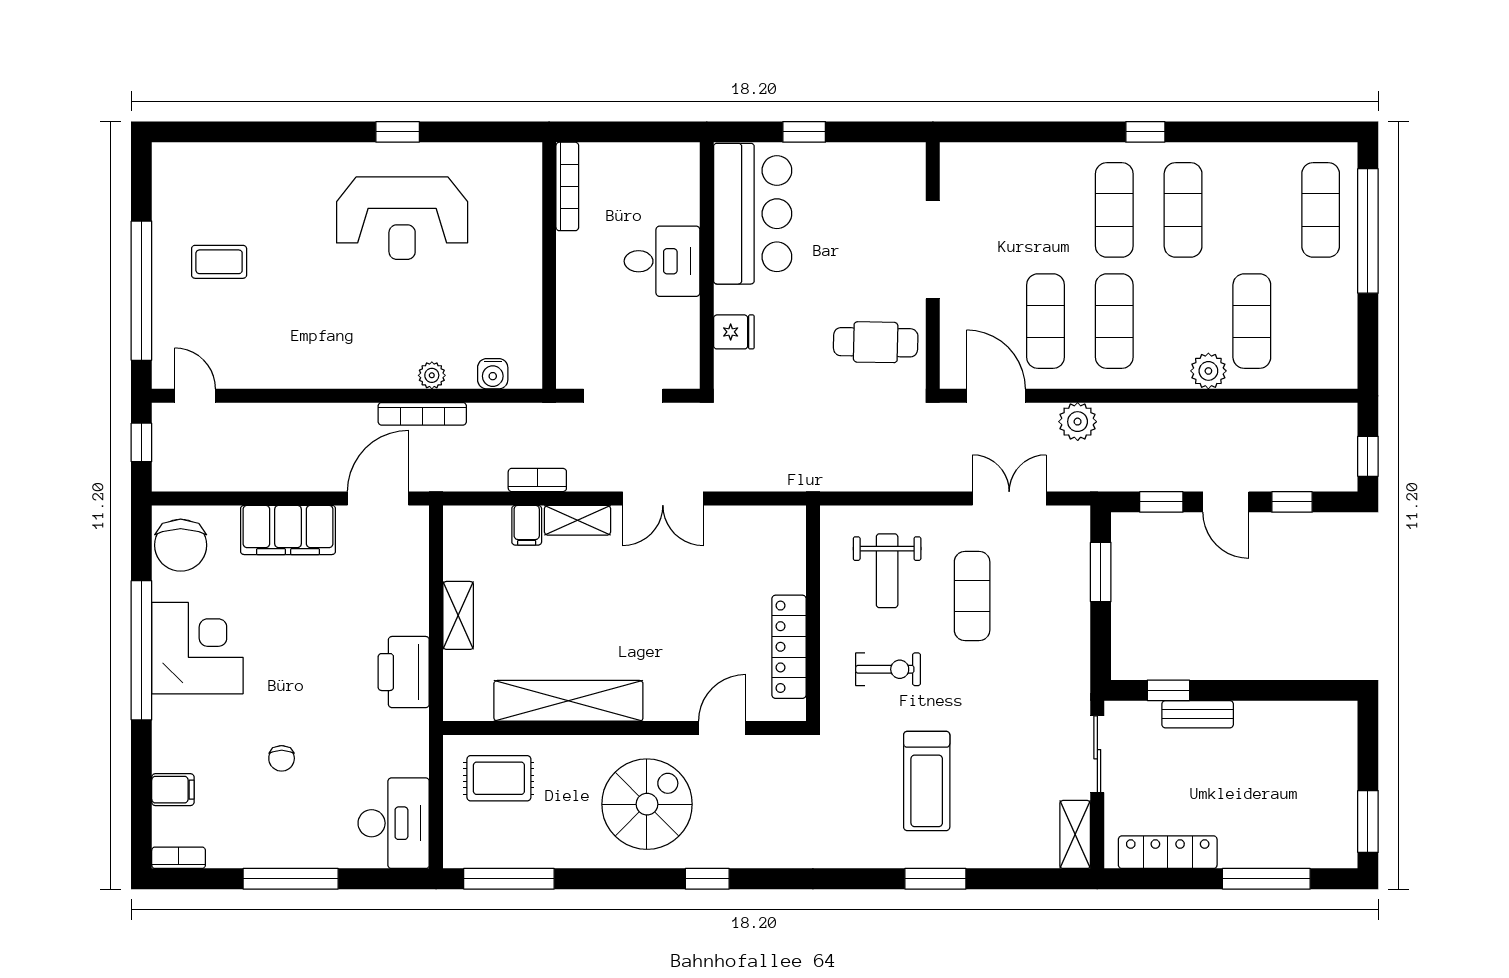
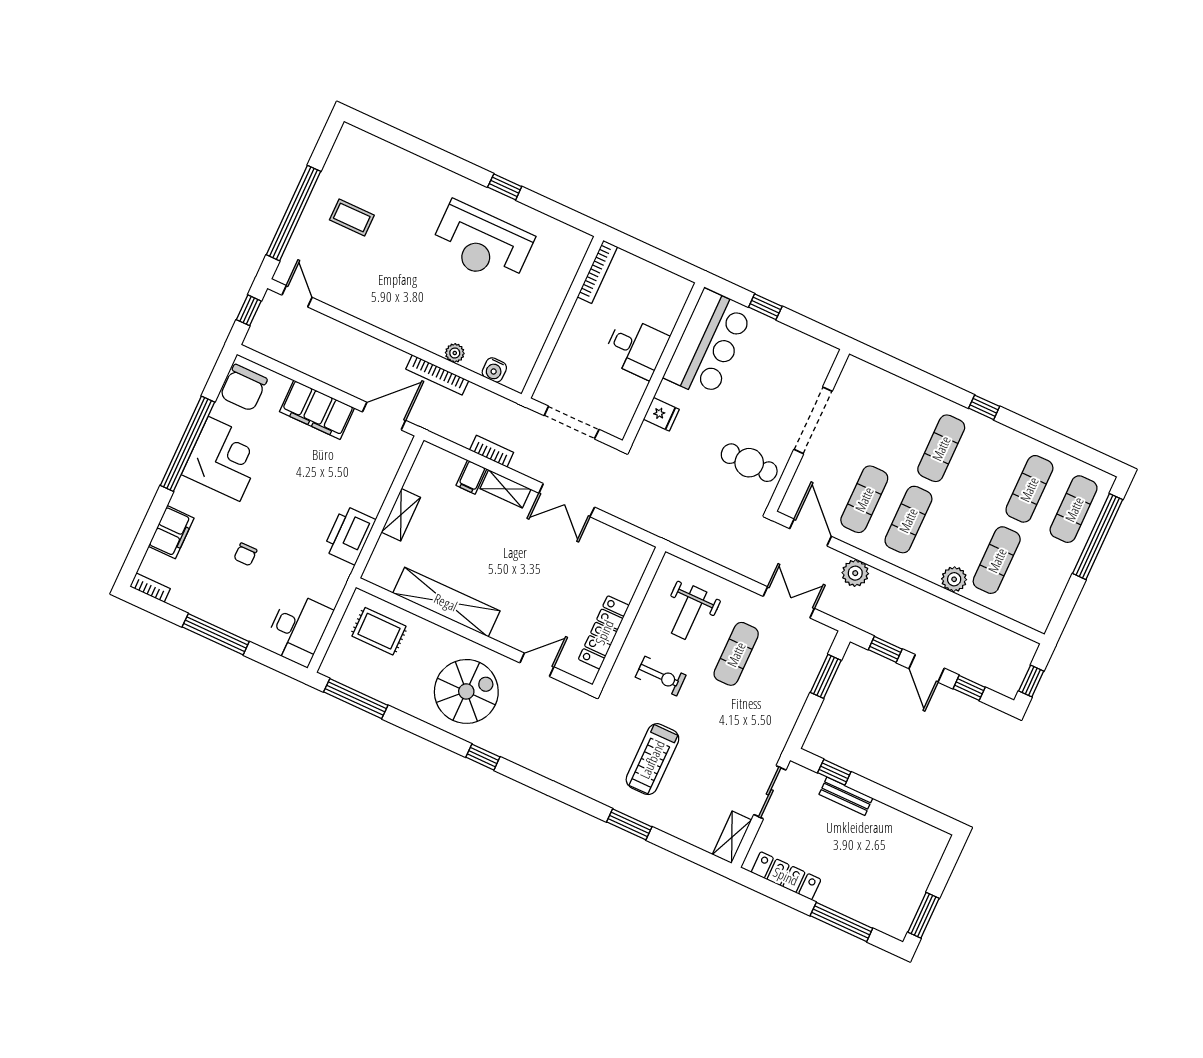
exercise mat: (1183, 210) -> (1029, 489), moved
filing cabinet: (173, 790) -> (171, 532), width x2.00

